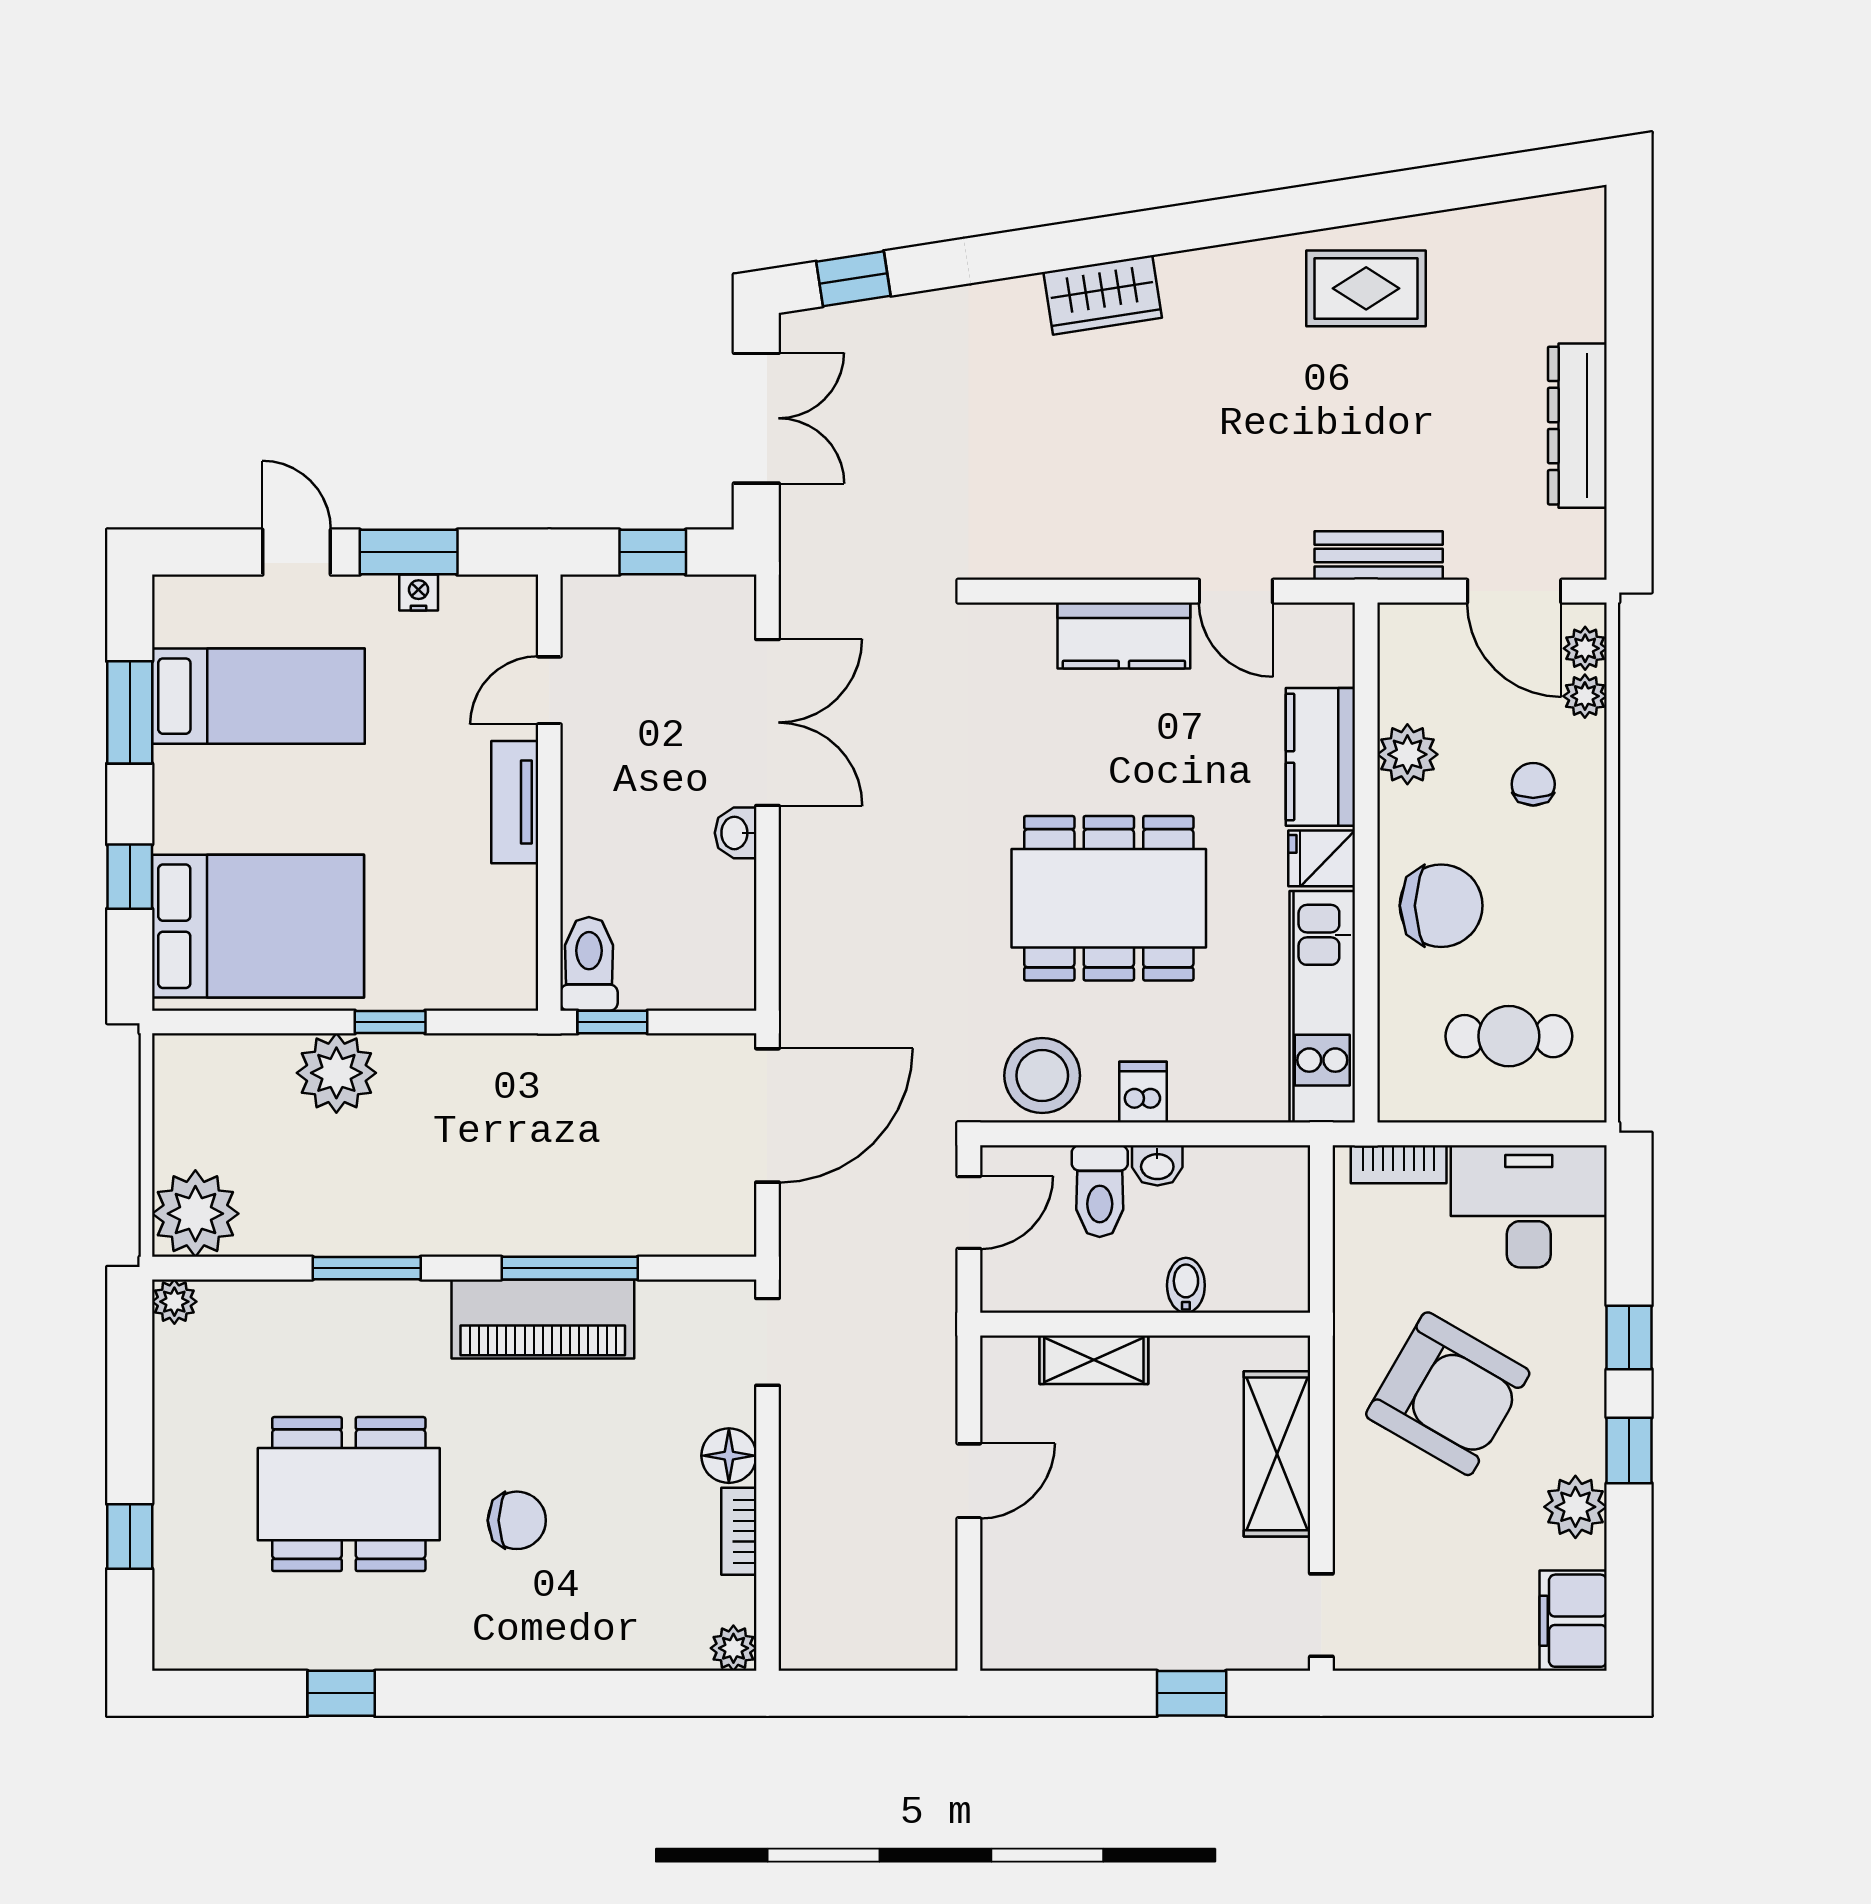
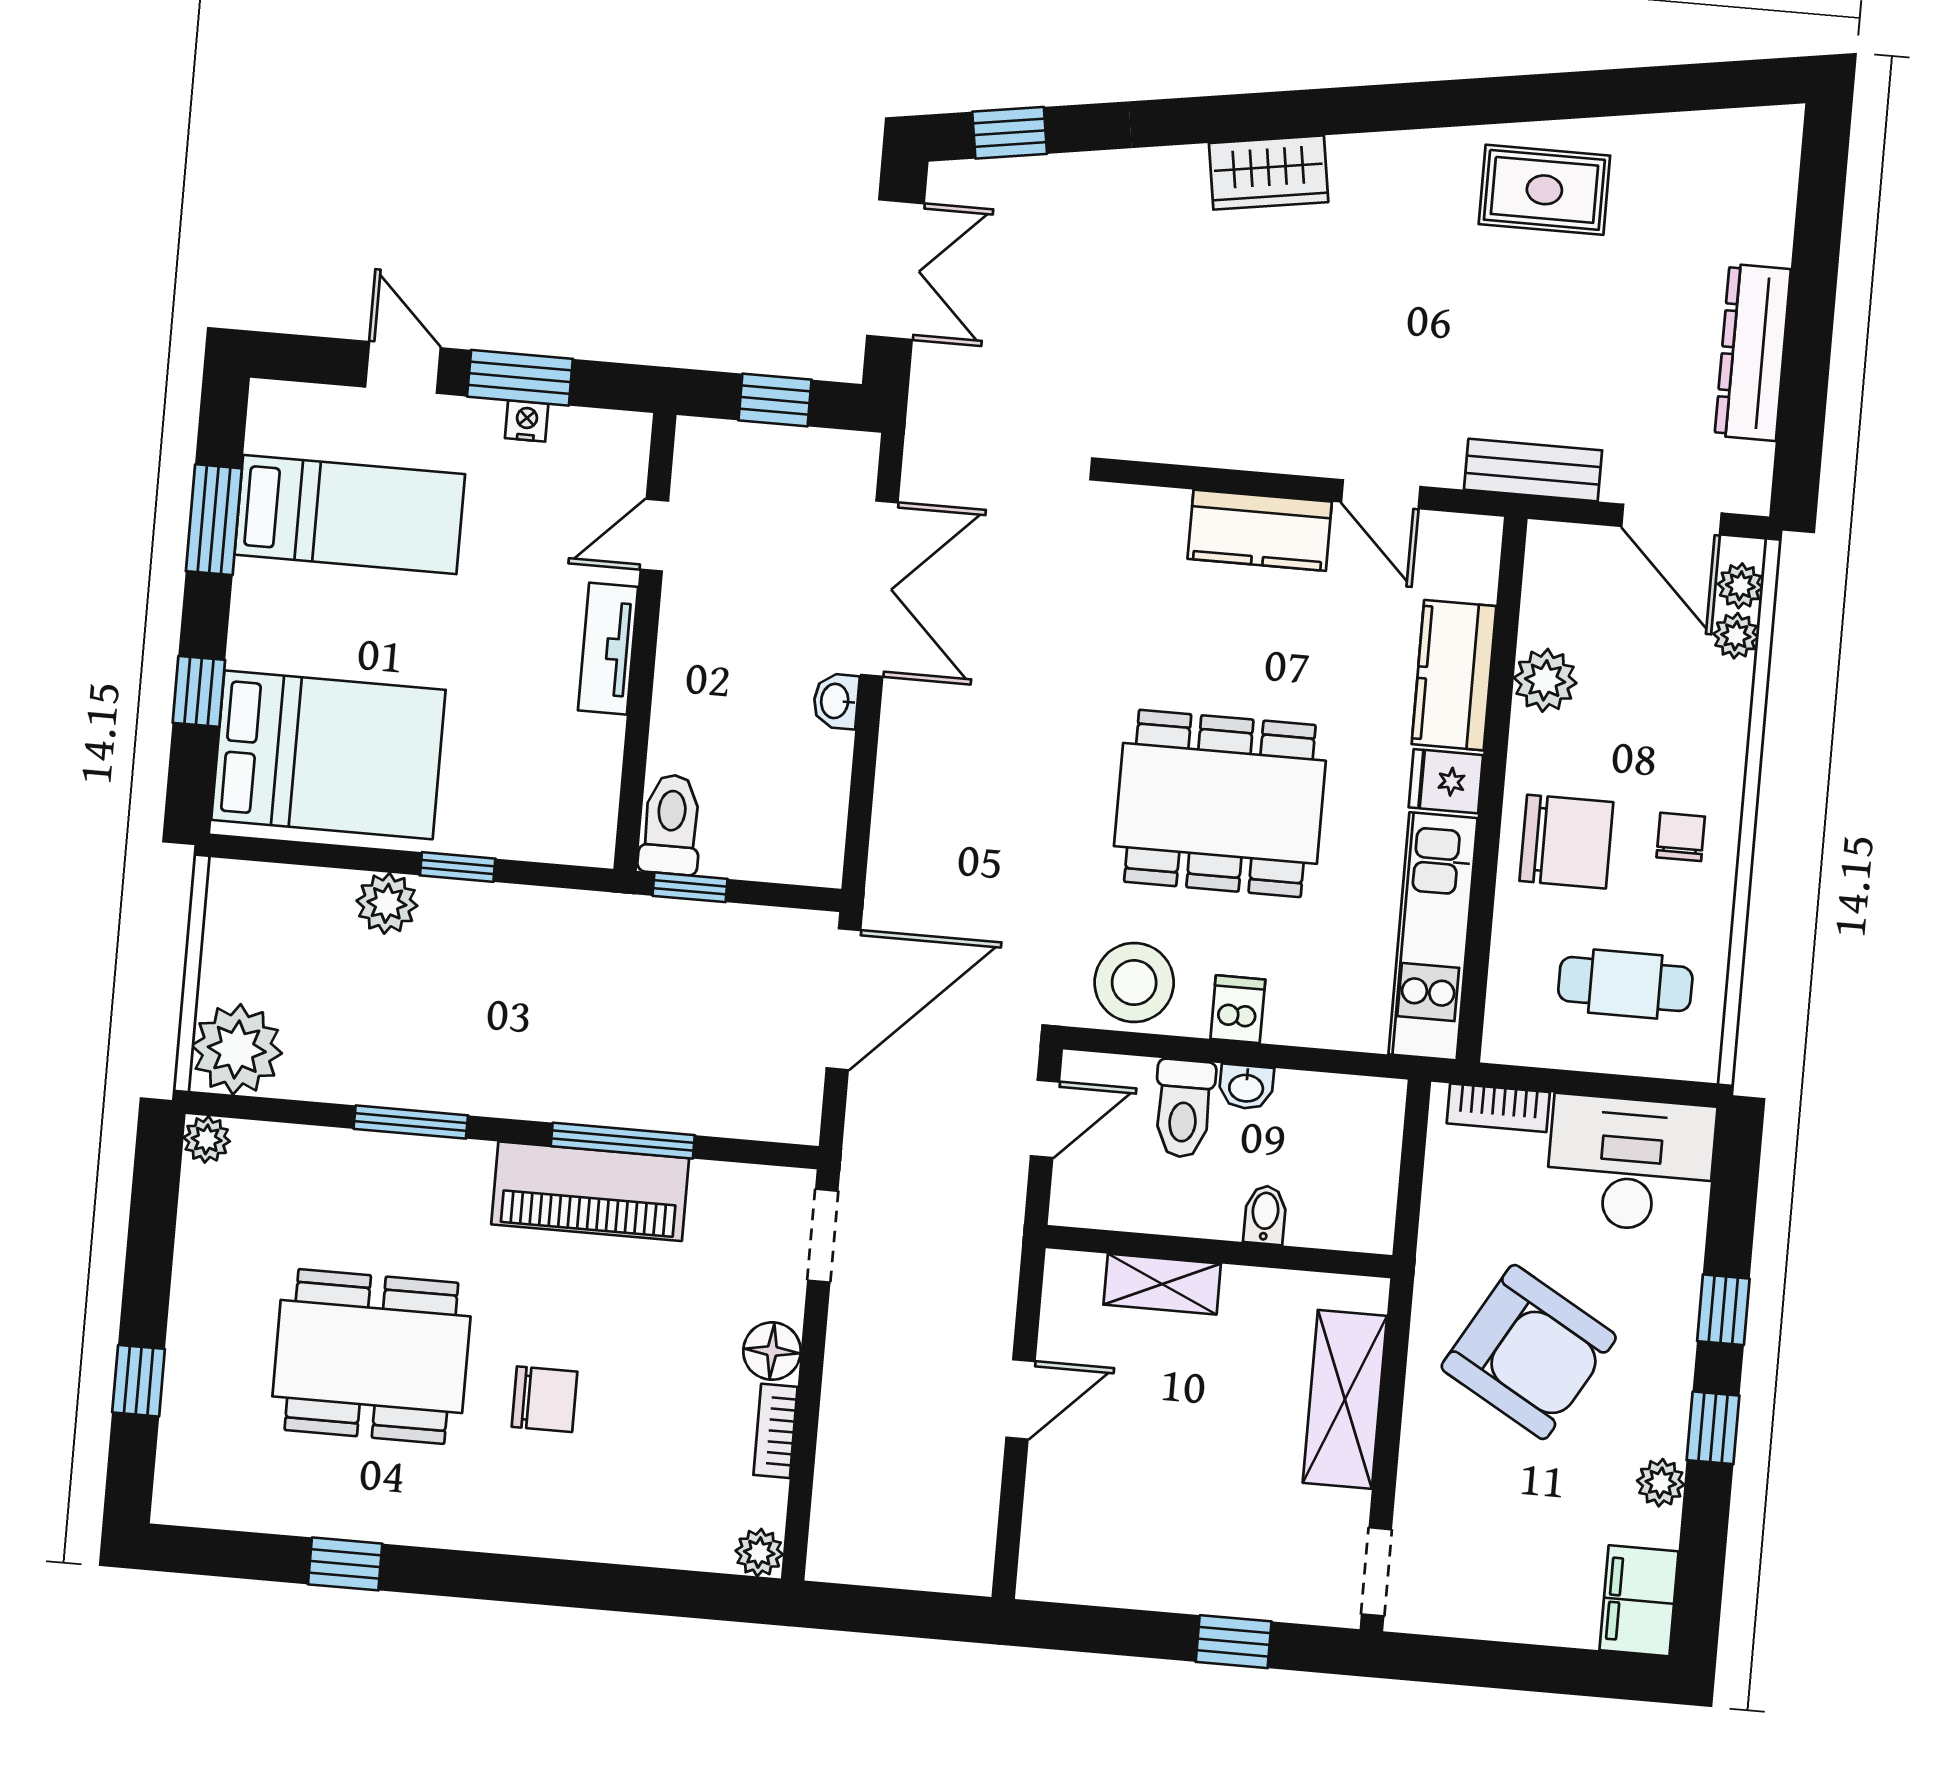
chair: (1533, 784) -> (1681, 837), moved
plant: (336, 1073) -> (387, 903), width x0.73, depth x0.73
plant: (1575, 1507) -> (1661, 1483), width x0.73, depth x0.73

